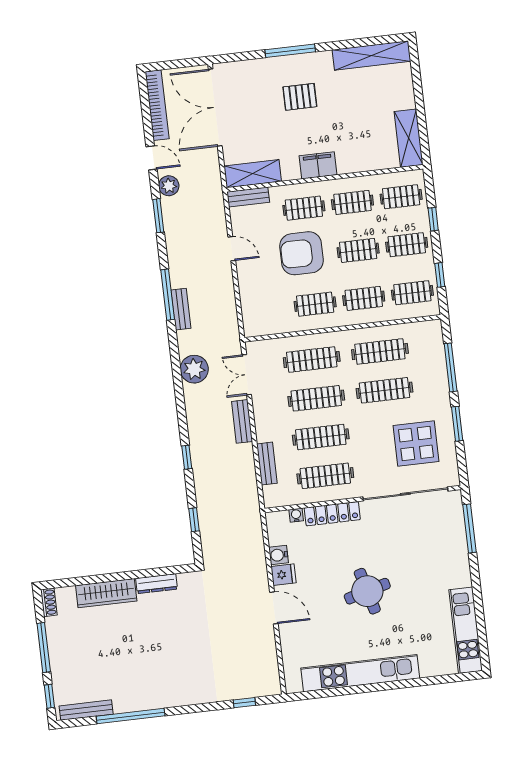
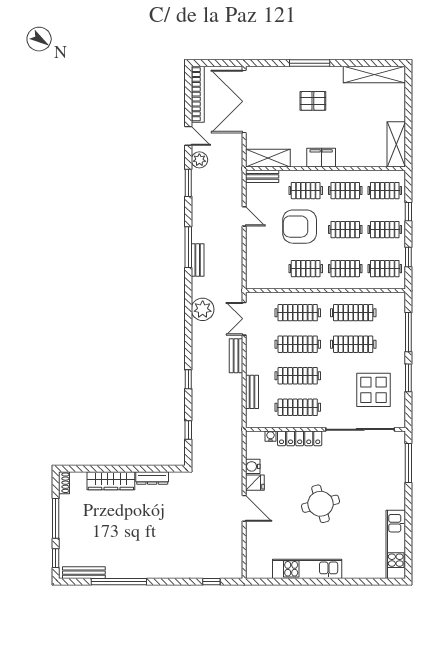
kitchen unit: (360, 673) -> (307, 569), width x0.73

